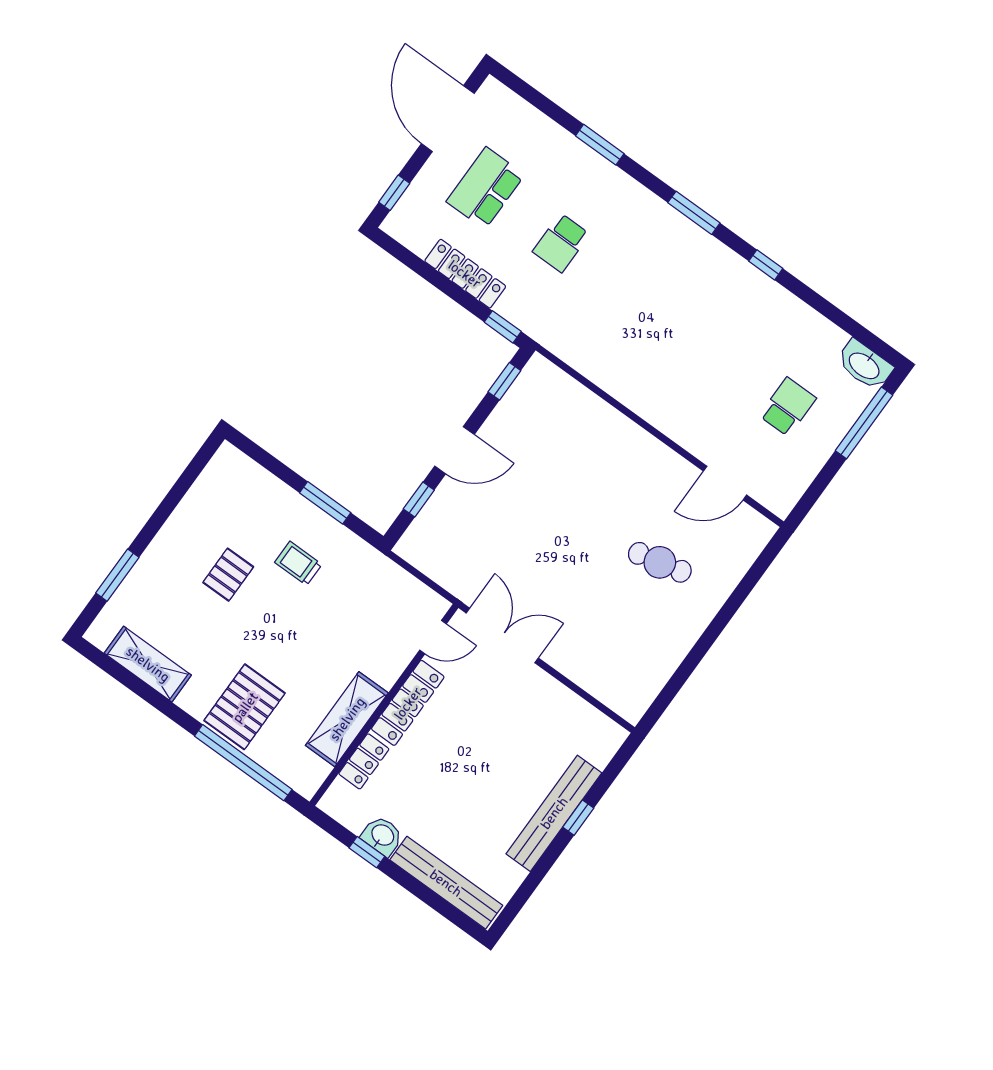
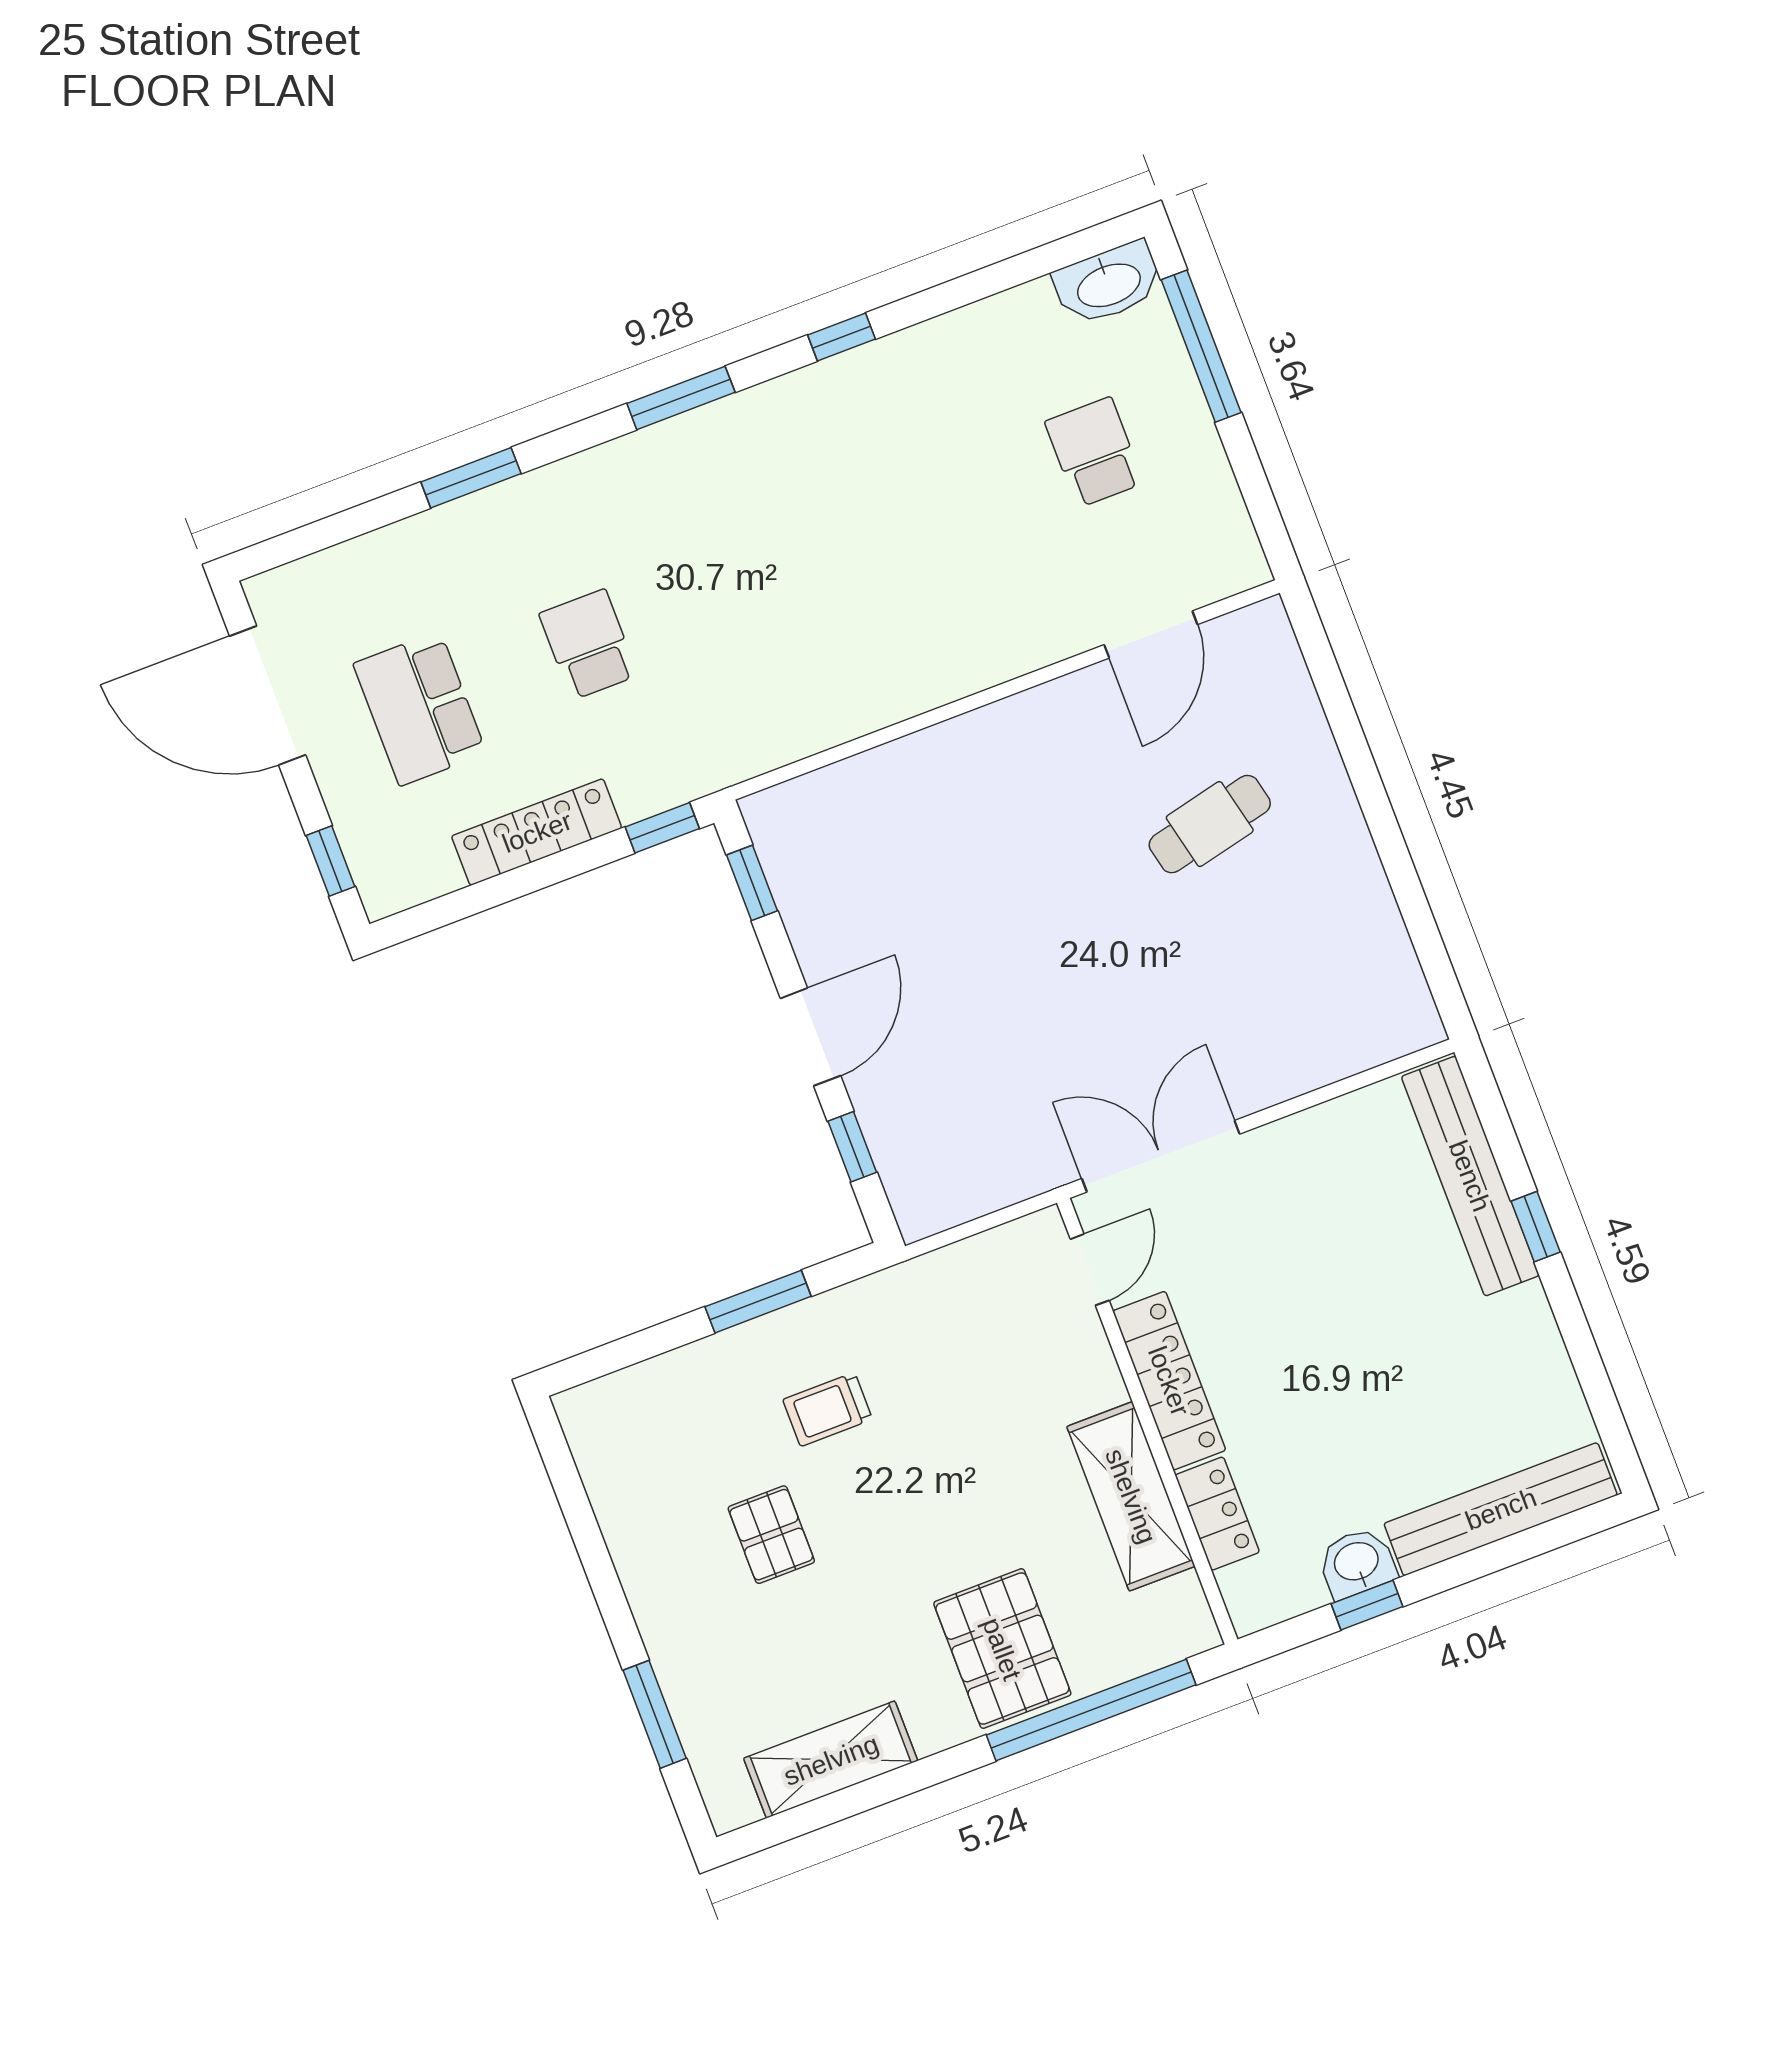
school desk: (561, 243) -> (588, 644), turned 180
bench: (554, 813) -> (1470, 1176), moved

